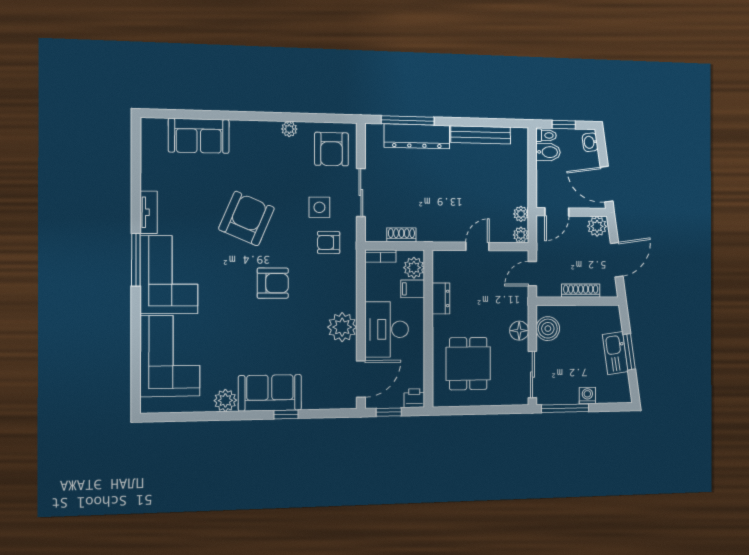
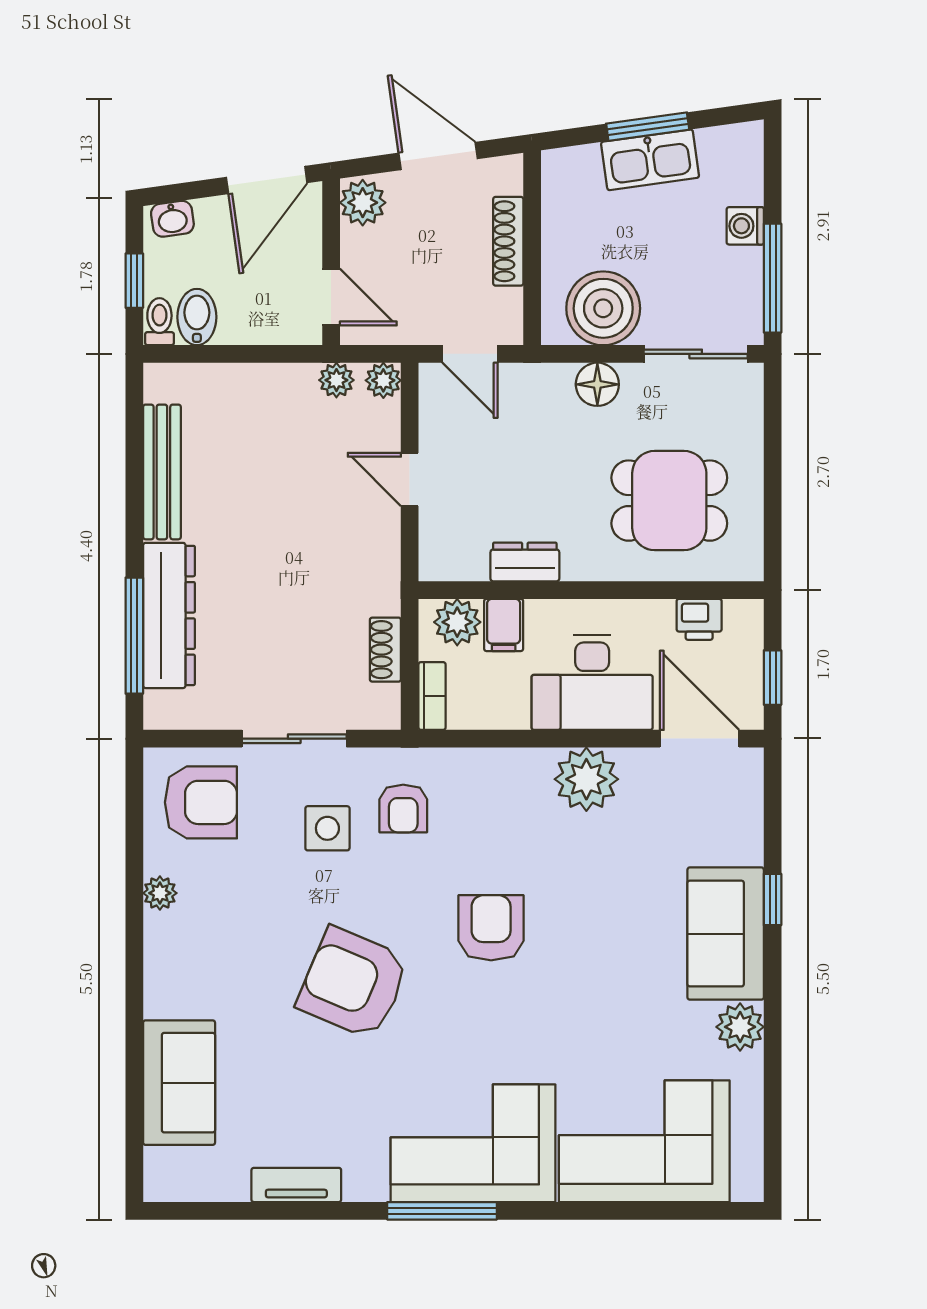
tv unit: (149, 212) -> (296, 1185), moved
boiler: (548, 329) -> (603, 308), width x1.37, depth x1.37
printer: (414, 398) -> (699, 619), moved, turned -90

